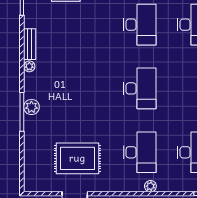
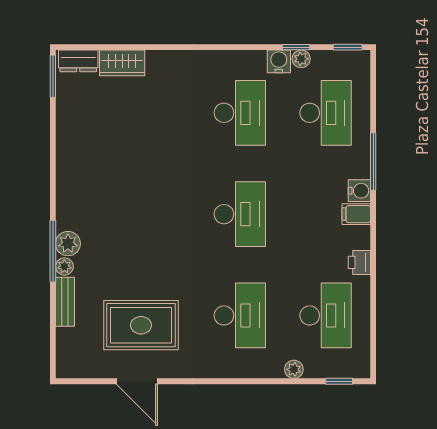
bench: (30, 44) -> (65, 302), moved
plant: (29, 66) -> (64, 267), moved
plant: (150, 186) -> (294, 369), moved

